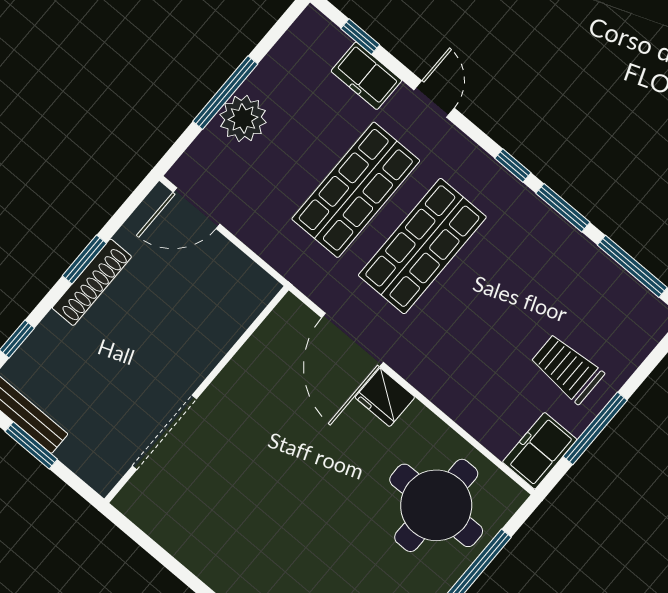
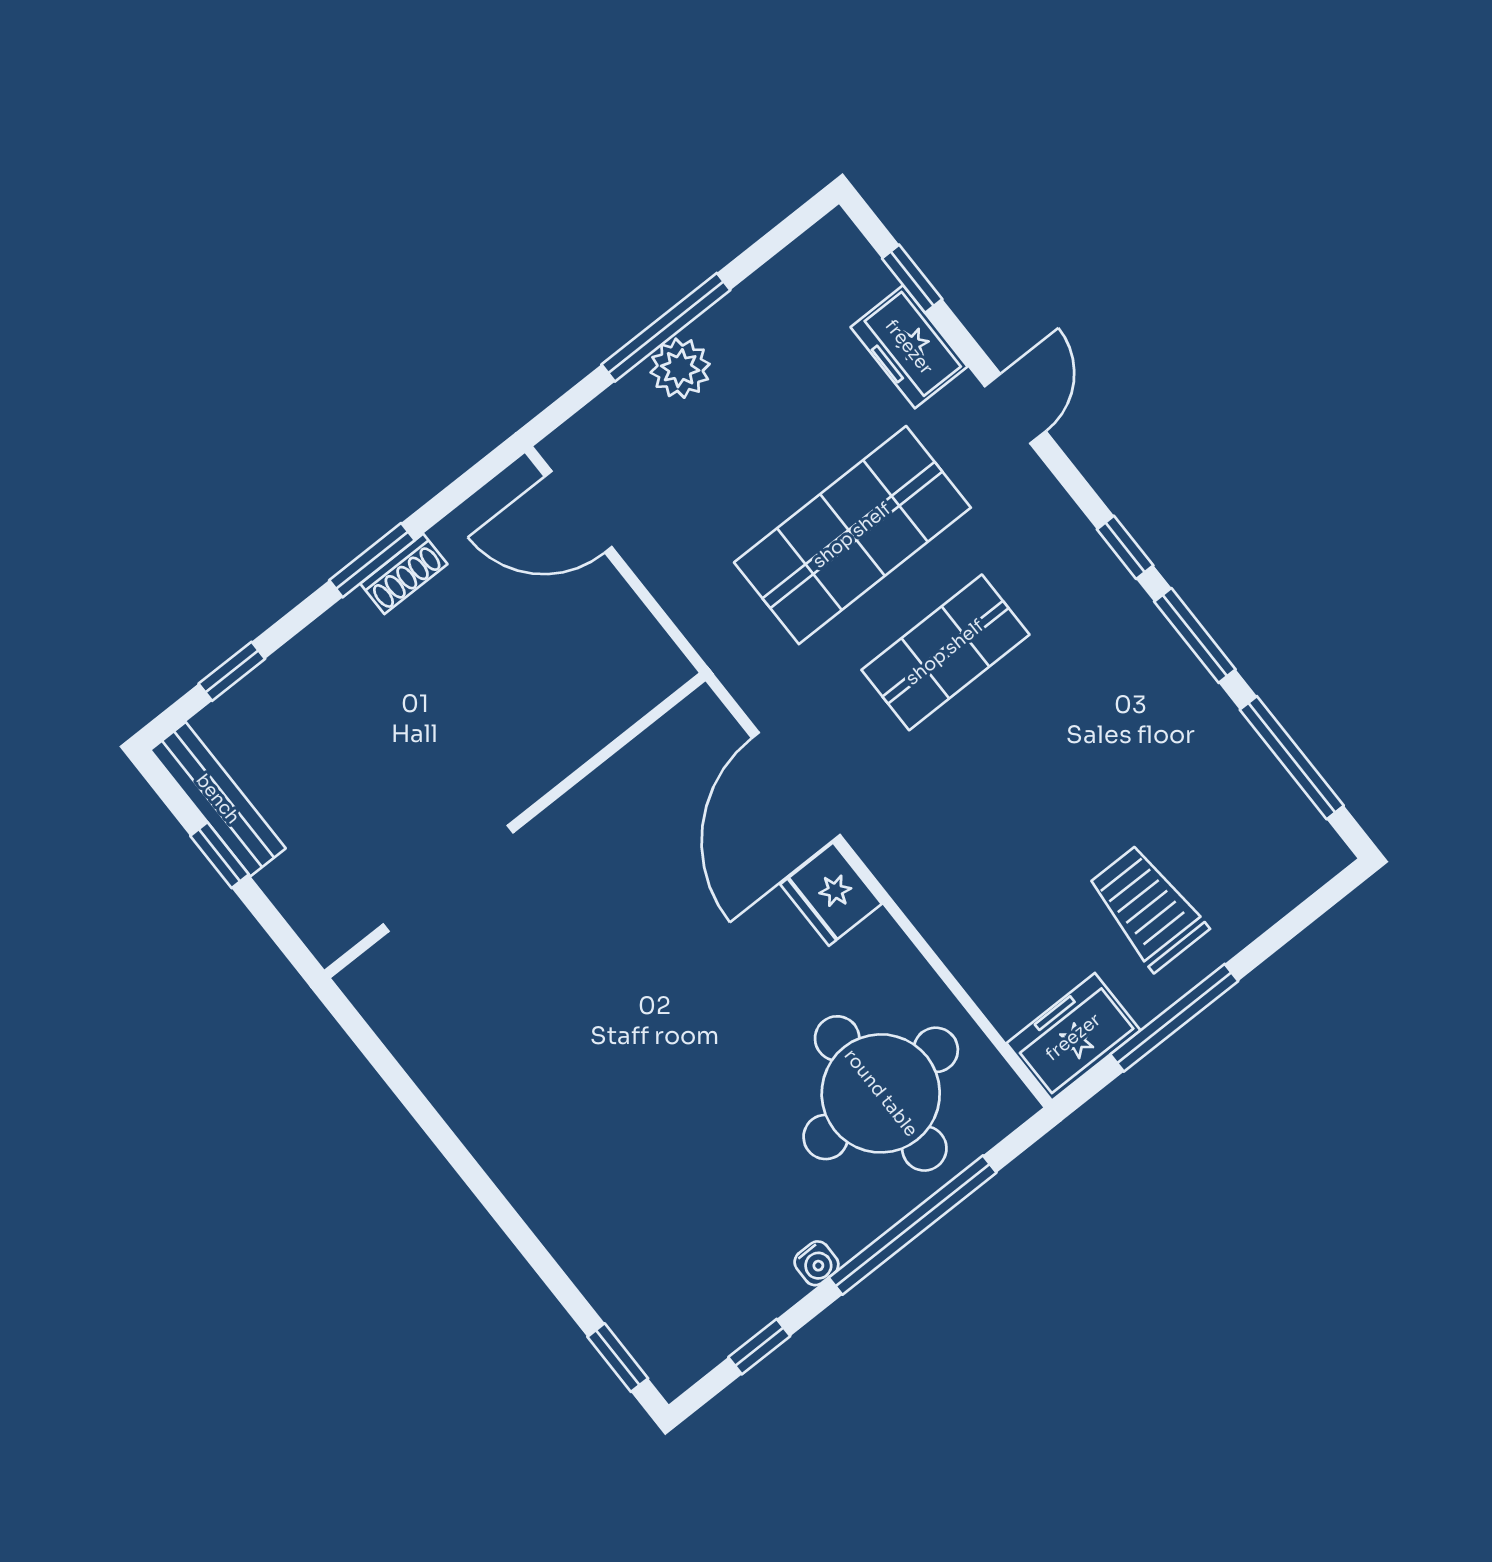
plant: (243, 118) -> (680, 368), width x0.73, depth x0.73
shop shelf: (422, 246) -> (945, 652), width x0.70, depth x0.74
shoe rack: (92, 282) -> (404, 574), width x0.51, depth x0.81
window: (31, 445) -> (219, 855), width x0.67

